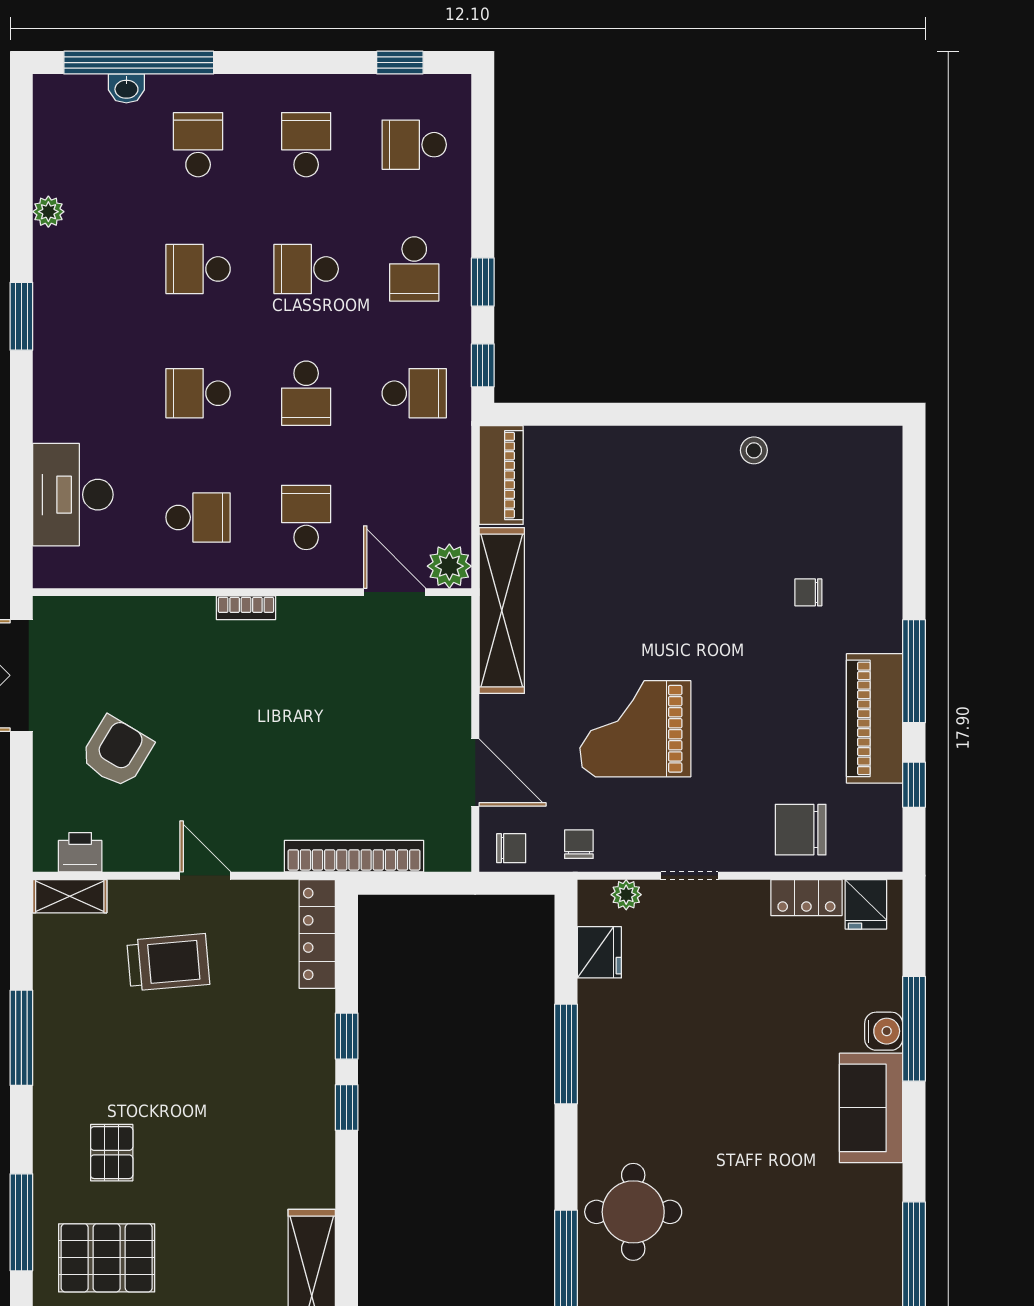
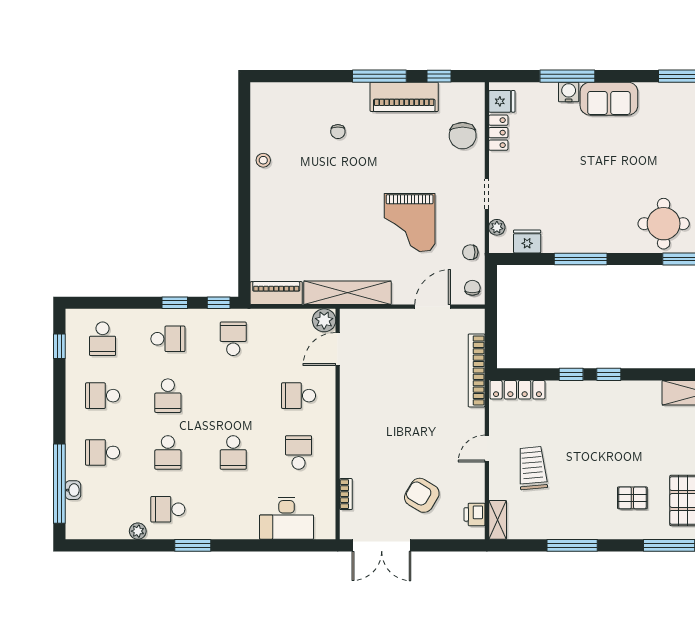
school desk: (306, 393) -> (168, 509), moved, turned 180
bookcase: (246, 608) -> (346, 494), moved

